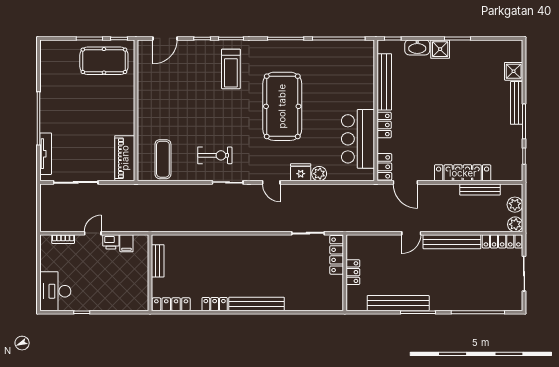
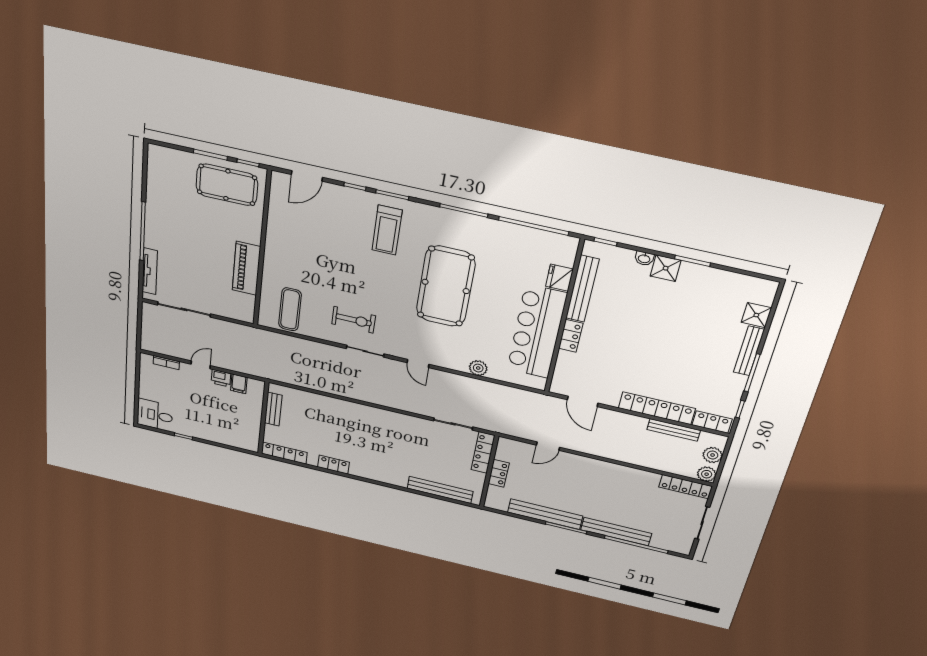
washbasin: (417, 47) -> (644, 258), width x0.52, depth x0.69
bar counter: (358, 139) -> (537, 332), width x1.36
piano: (125, 158) -> (246, 268), moved
locker: (384, 167) -> (712, 422), moved, turned -90
fridge: (301, 172) -> (559, 278), moved, turned -90
door: (411, 233) -> (548, 446), moved
bench: (452, 242) -> (616, 532), moved
desk: (55, 291) -> (155, 415), width x0.73
bench: (257, 304) -> (440, 490), moved

